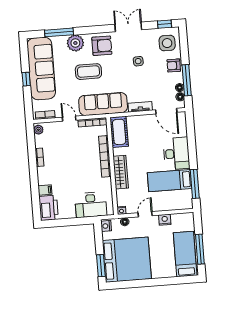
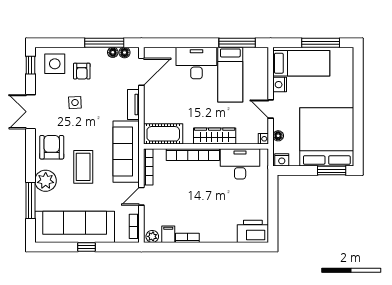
armchair: (174, 66) -> (82, 71), moved
filing cabinet: (45, 190) -> (168, 234), moved
desk: (91, 205) -> (240, 164), moved, turned -90
bed: (185, 254) -> (301, 63), moved, turned 180

